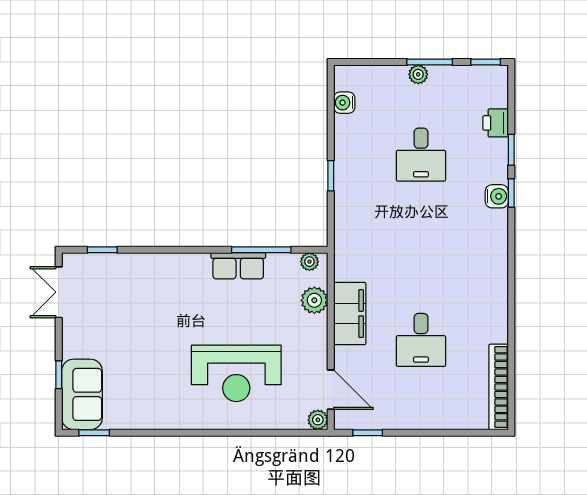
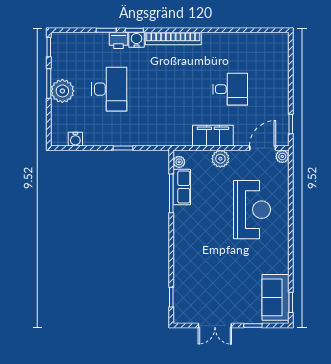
plant: (418, 74) -> (62, 91), width x1.88, depth x1.88
printer: (496, 123) -> (118, 40), moved
desk: (421, 155) -> (109, 89), width x1.37
row of seats: (238, 266) -> (182, 187), moved
double door: (59, 292) -> (215, 326), moved
plant: (314, 300) -> (220, 159), moved
bookcase: (499, 387) -> (173, 38), moved
sofa: (82, 394) -> (275, 297), moved, turned -90

